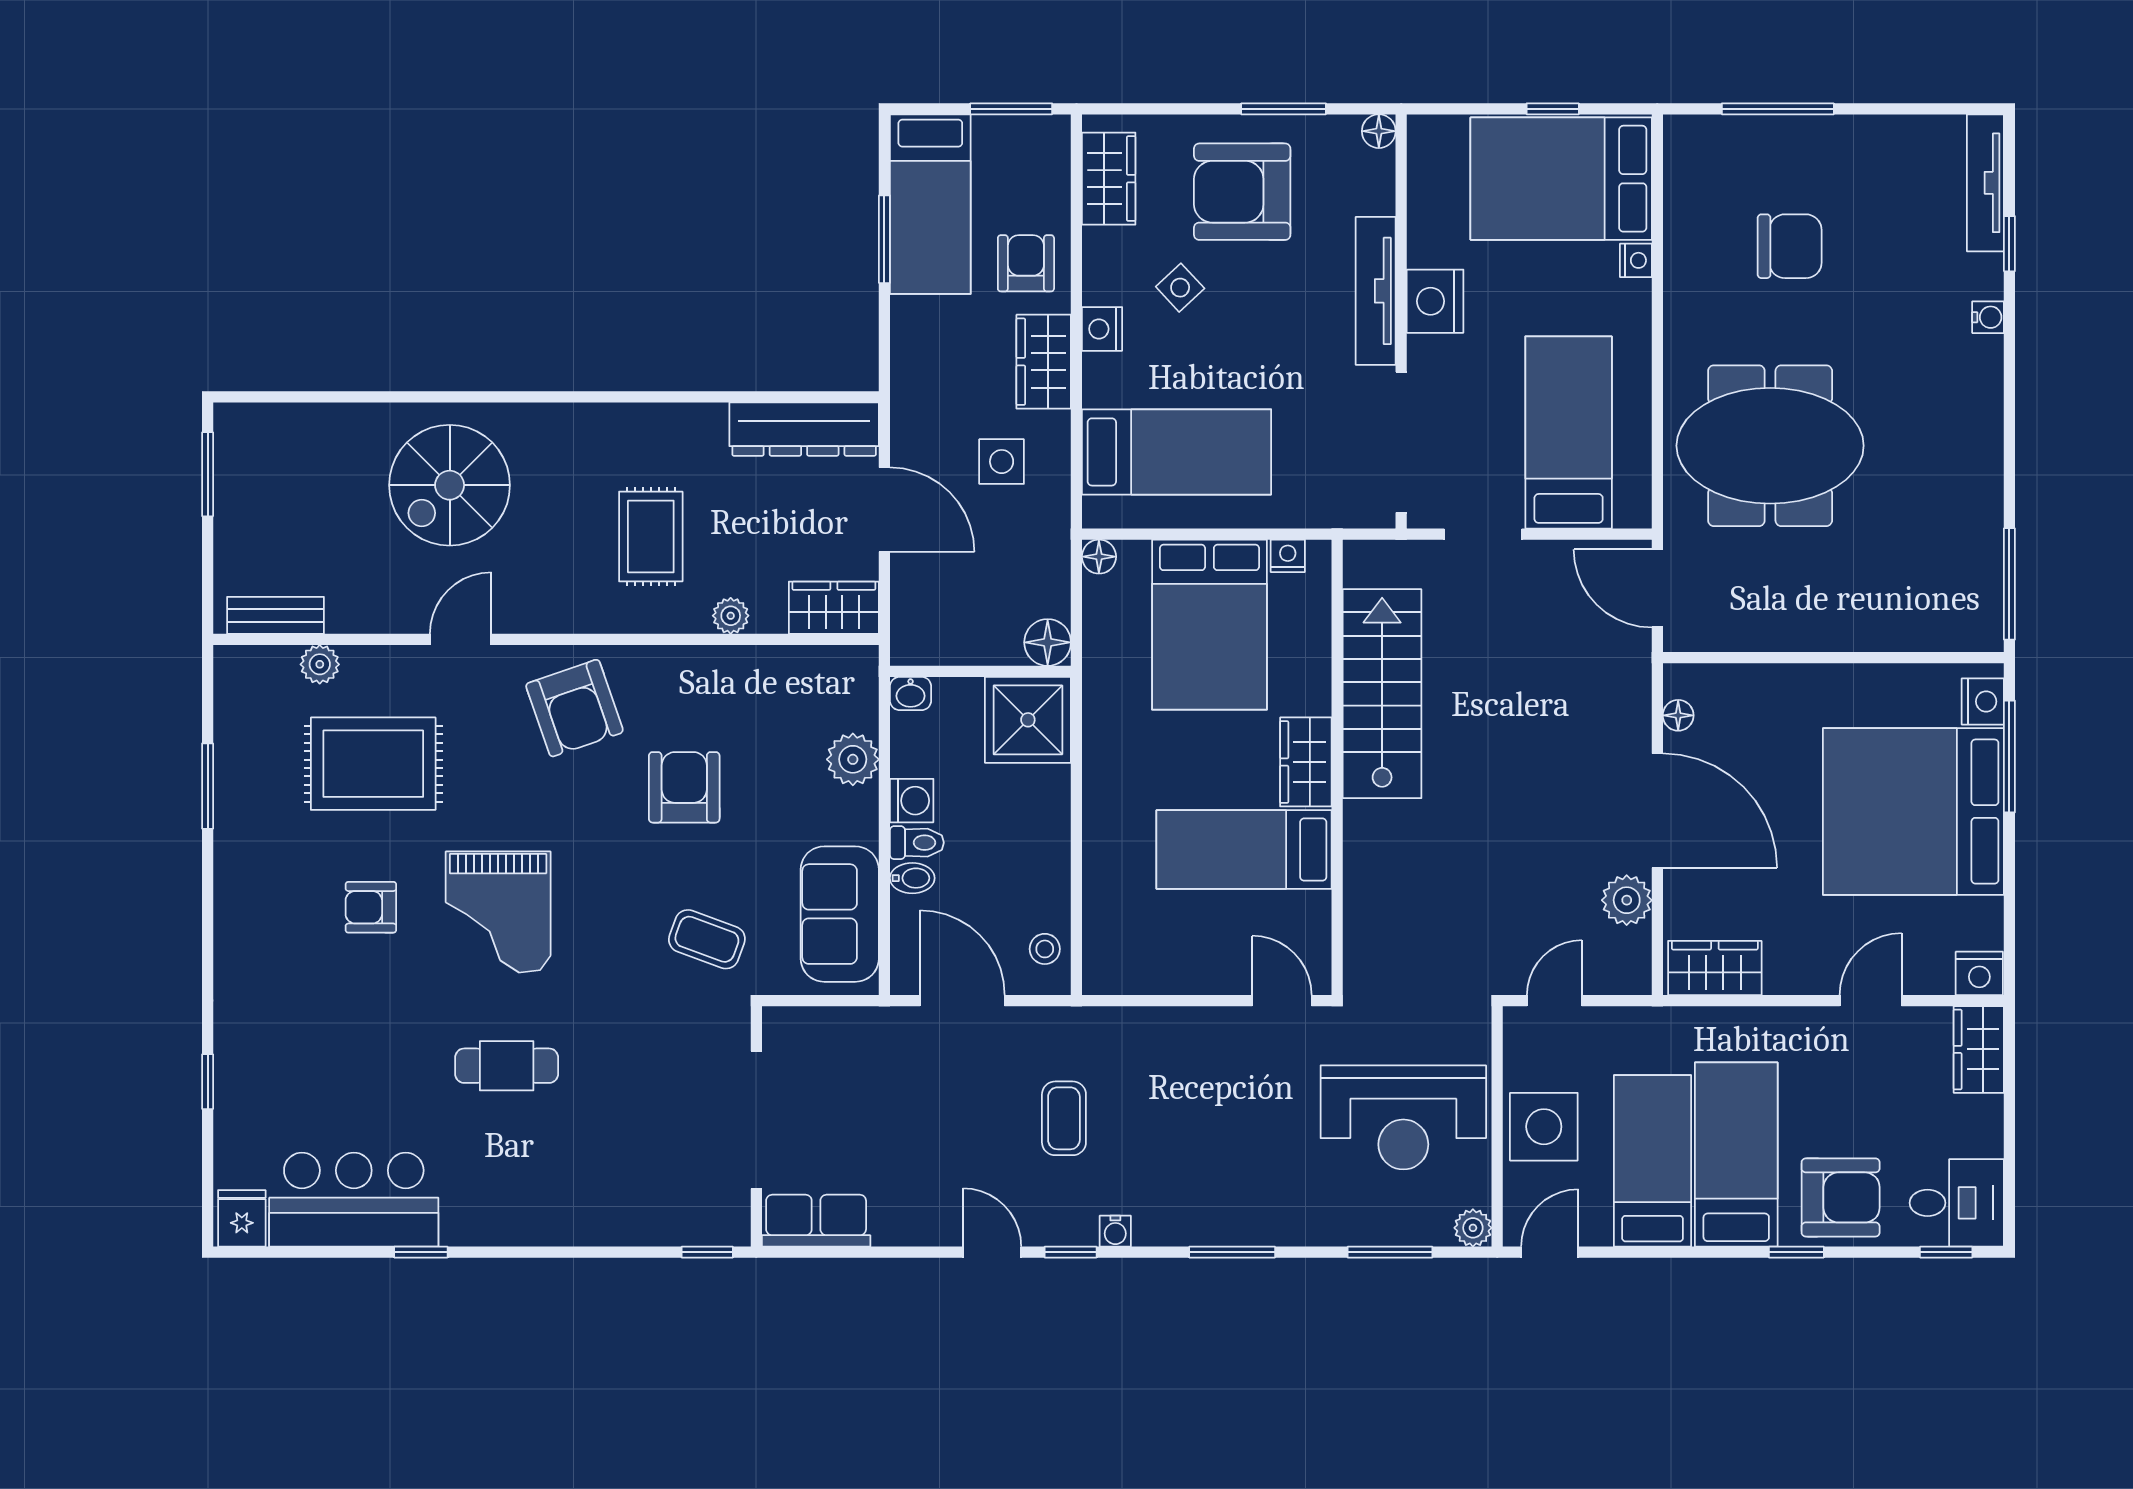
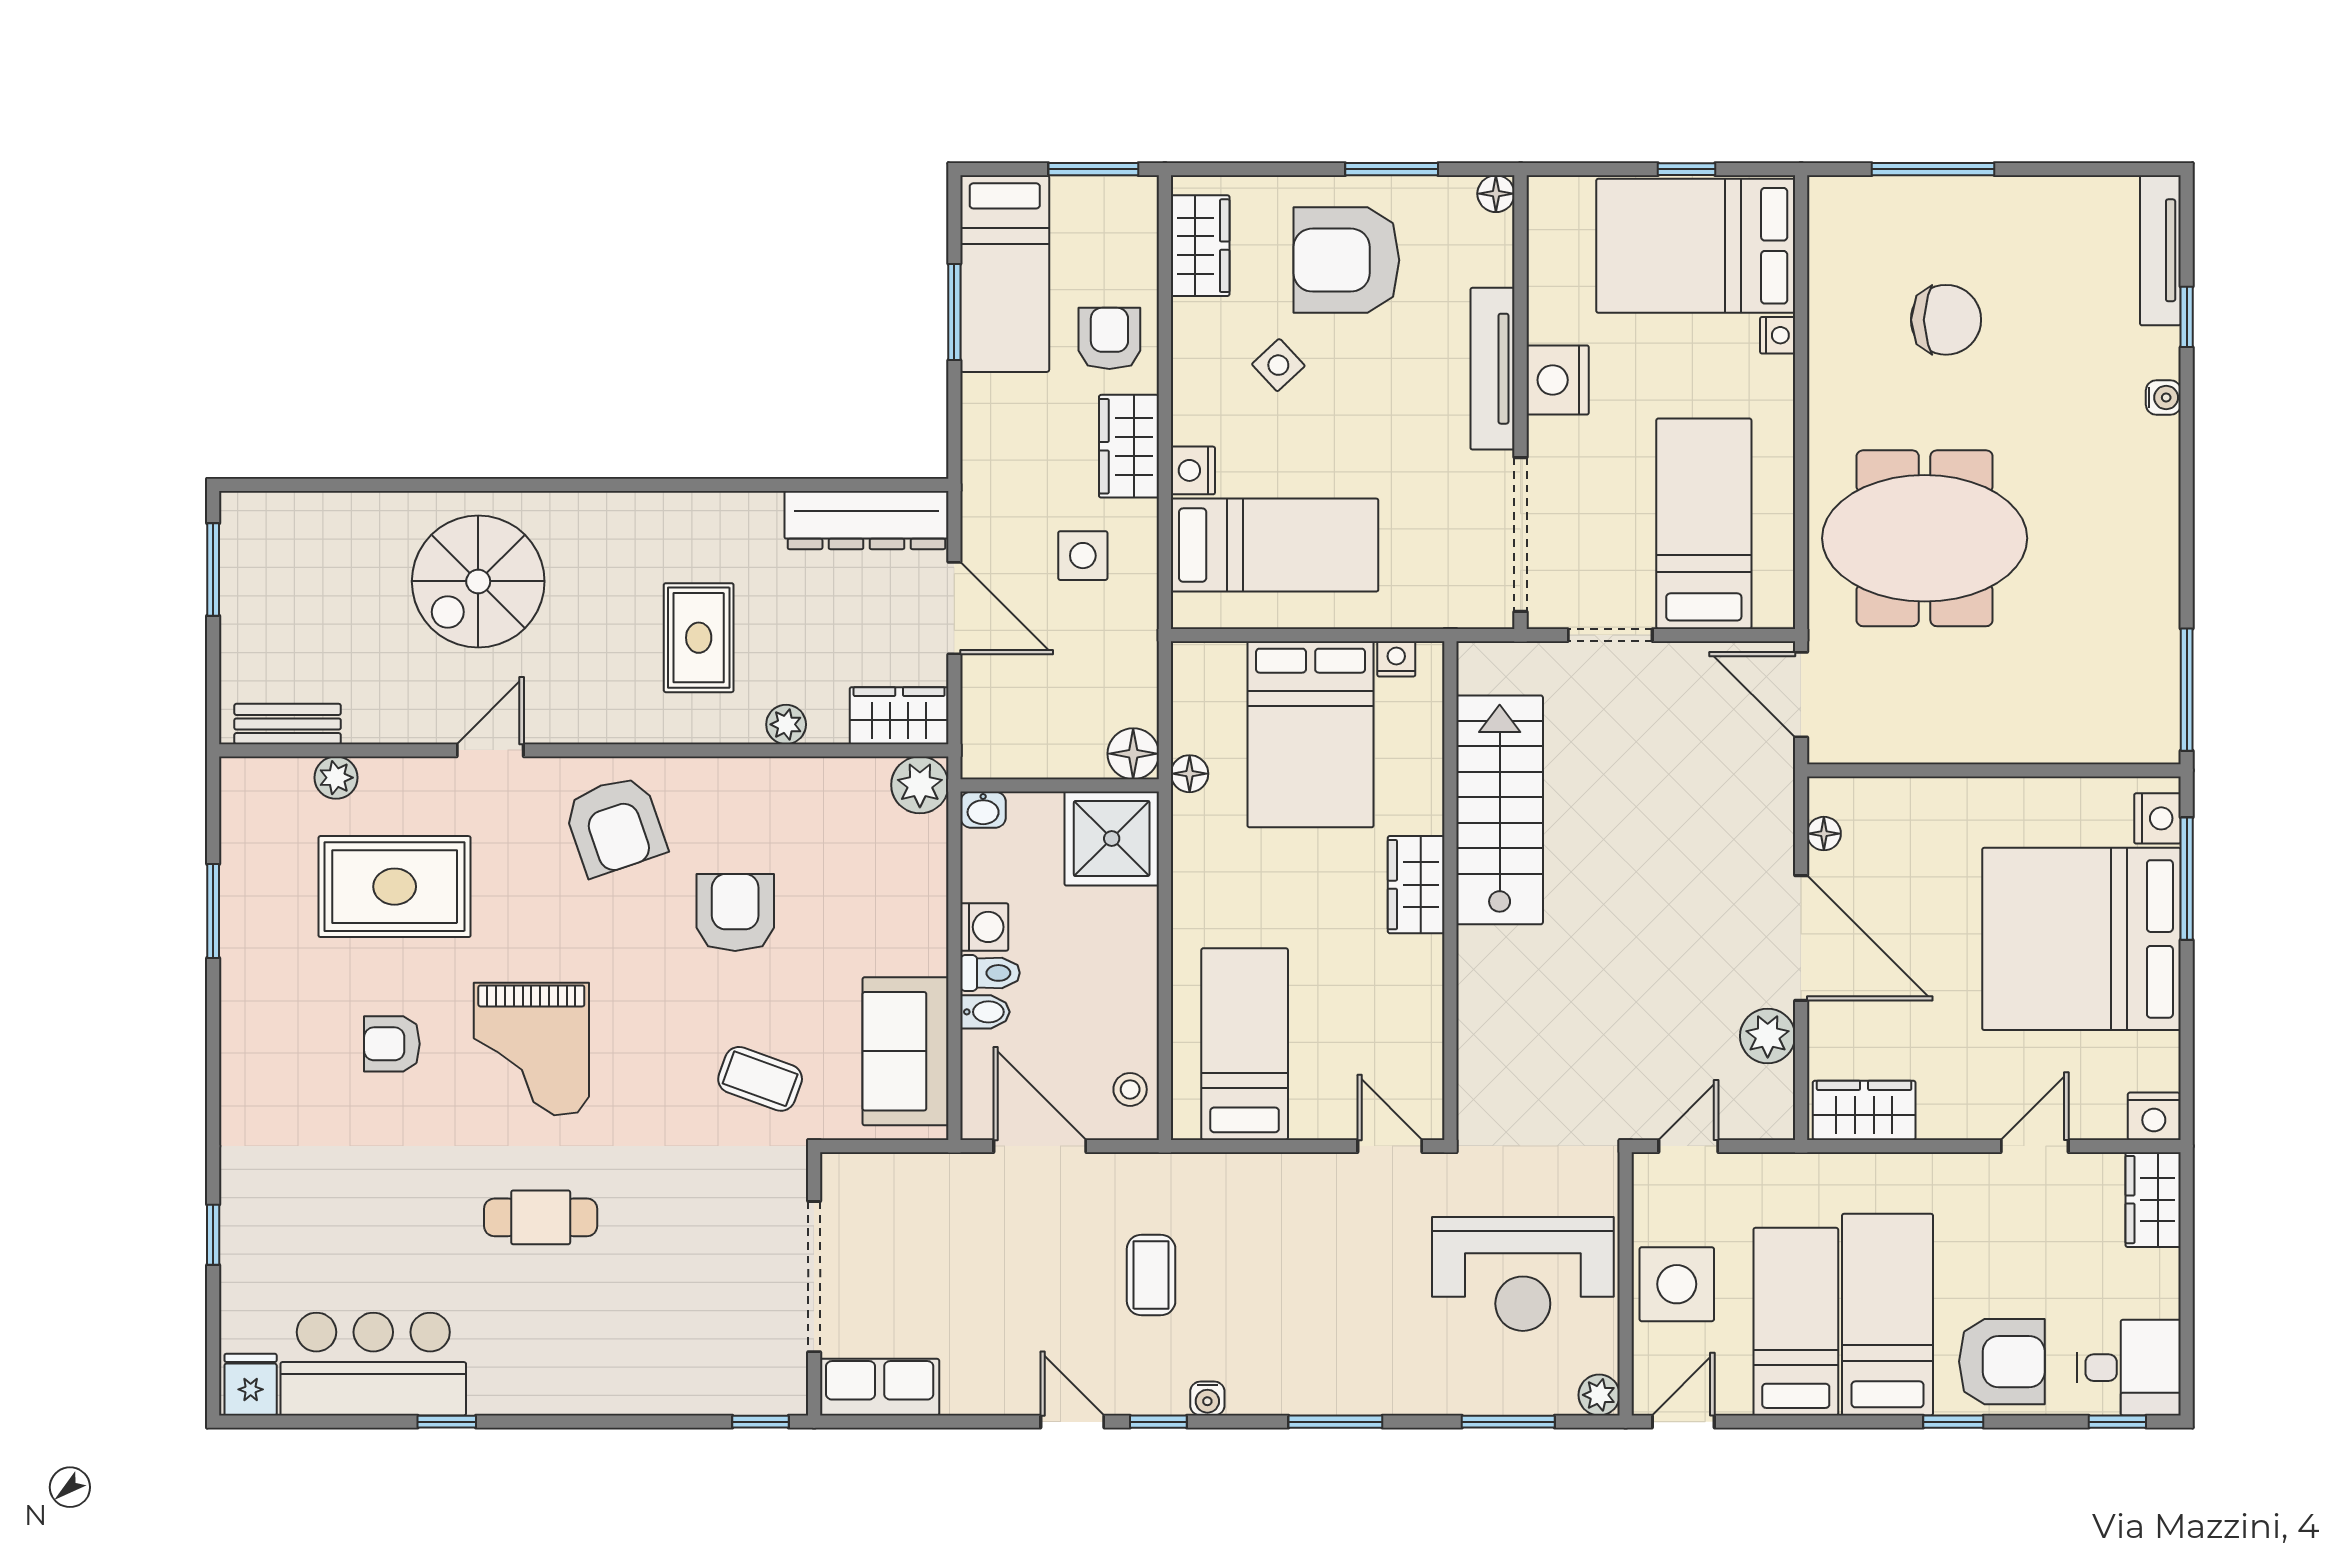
nightstand: (1102, 329) -> (1193, 470), moved
floor lamp: (1099, 557) -> (1190, 774), moved
plant: (853, 759) -> (920, 785), moved
bed: (1244, 850) -> (1245, 1044), moved, turned 90

